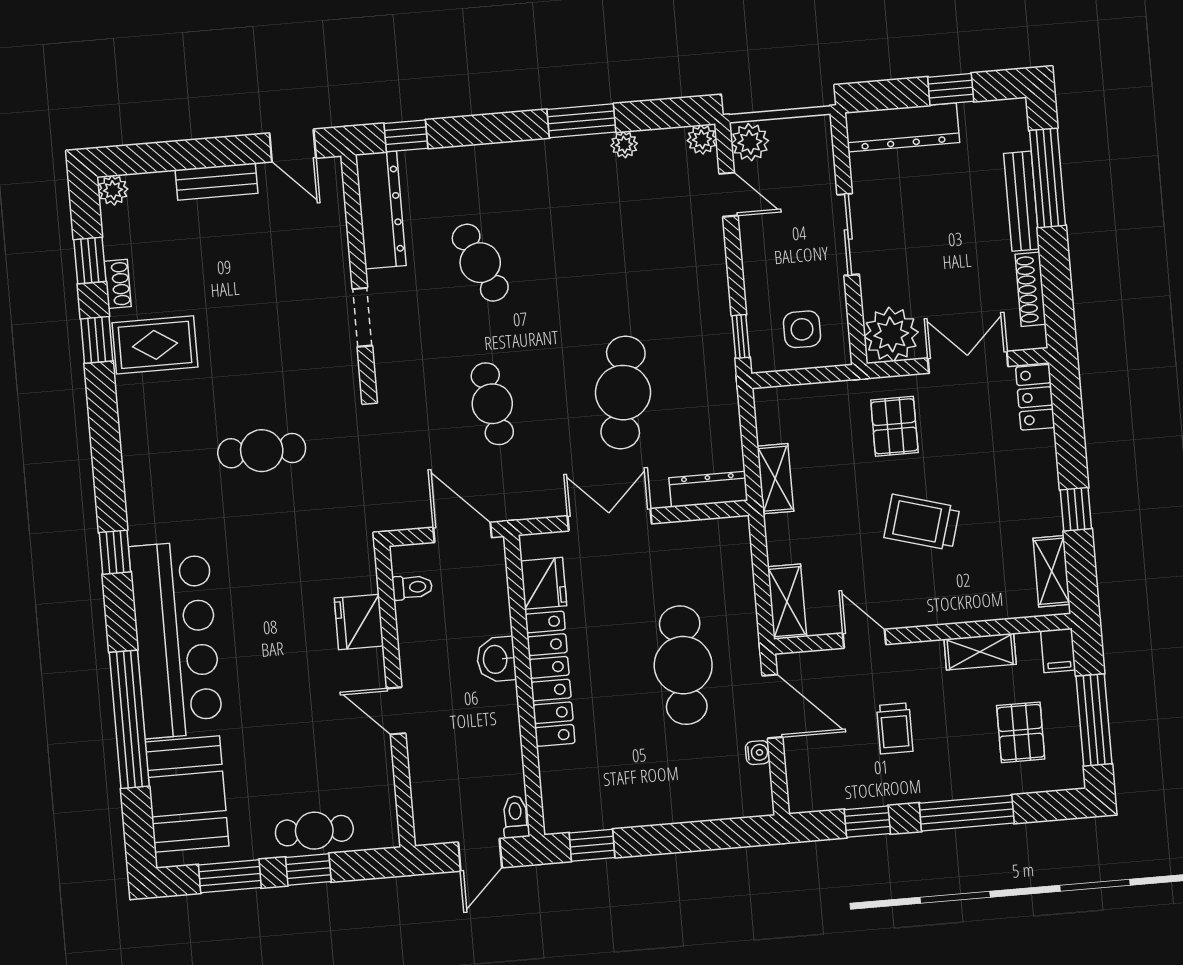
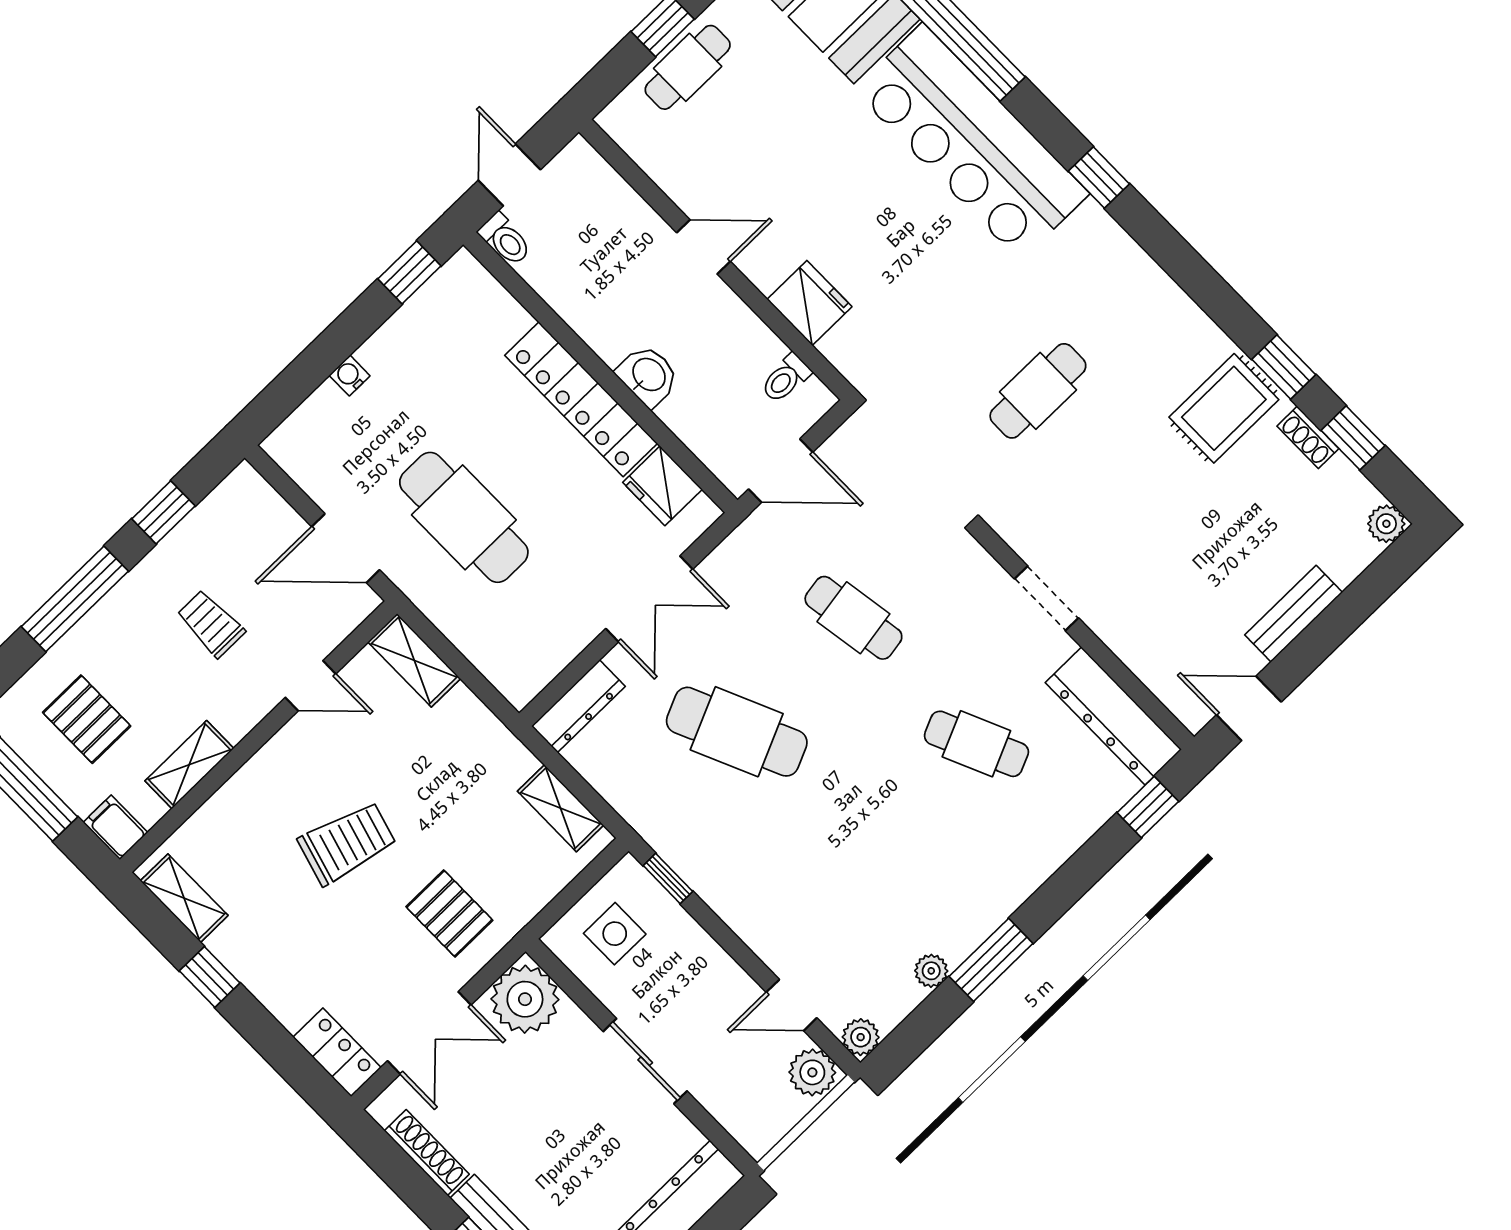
cafe table: (623, 393) -> (737, 732), turned -33
shelving: (775, 479) -> (561, 808), moved
water cooler: (758, 753) -> (350, 376), moved, turned 90

